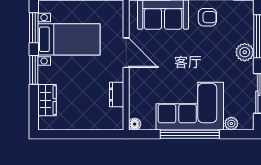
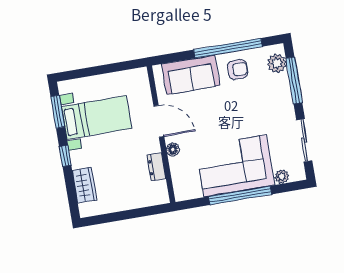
plant: (245, 52) -> (277, 63), moved
window: (34, 70) -> (65, 156), width x0.67
floor lamp: (135, 124) -> (173, 149), moved

